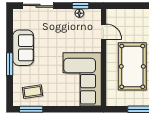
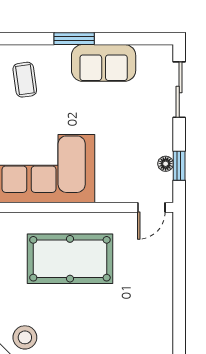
door: (104, 32) -> (151, 207), moved

